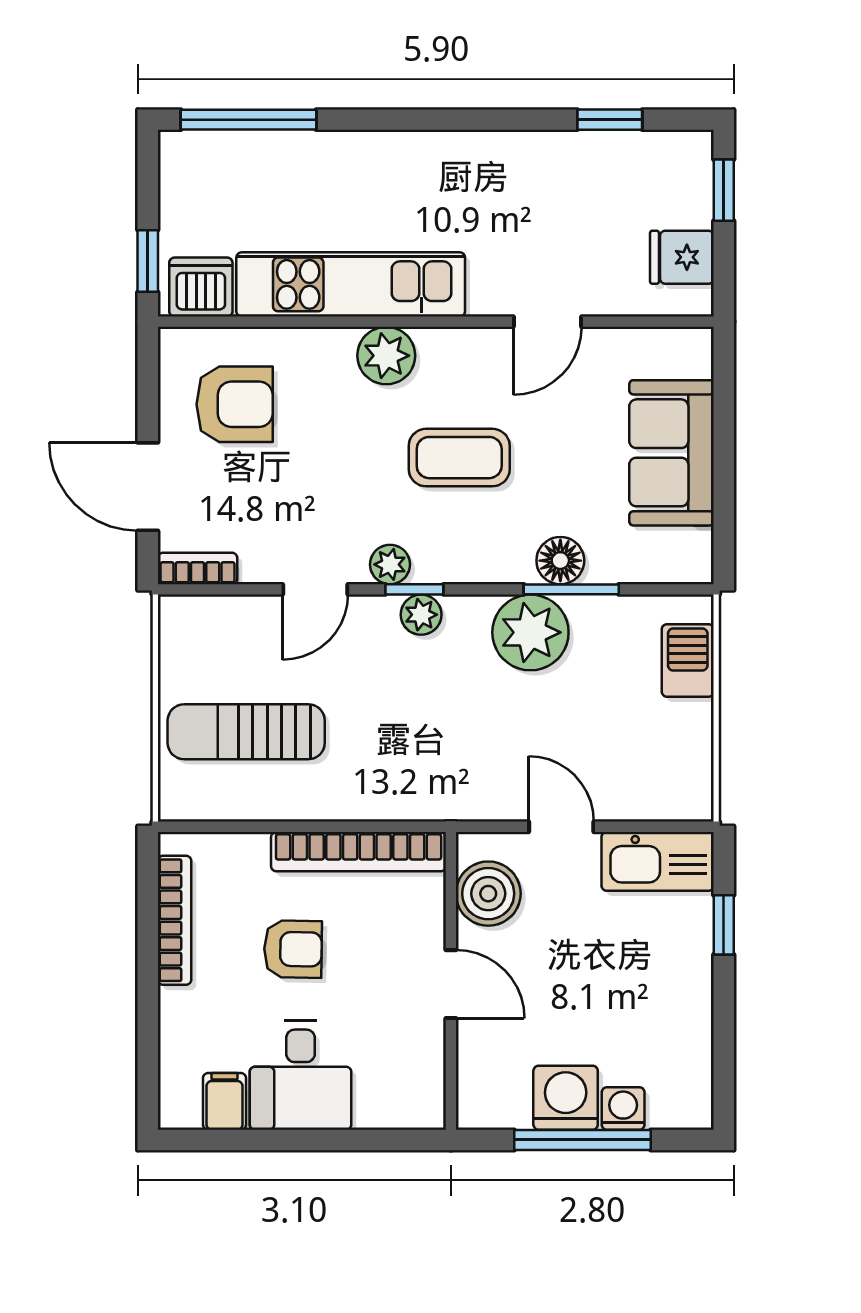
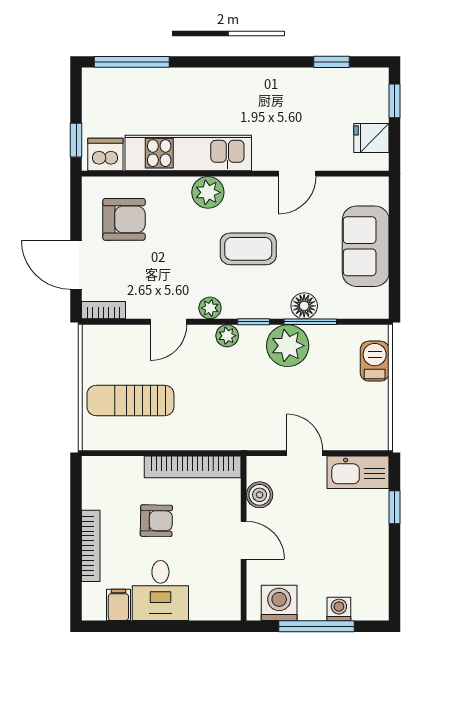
window: (414, 589) -> (254, 322), moved
boiler: (488, 894) -> (260, 495), width x0.73, depth x0.73
bookcase: (174, 920) -> (91, 546), moved
washing machine: (566, 1098) -> (279, 603), moved

